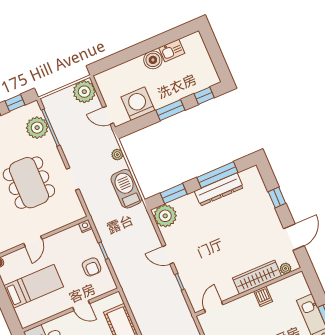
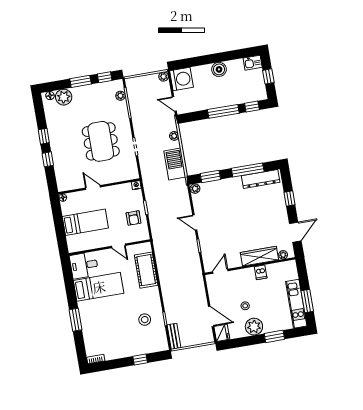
kitchen sink: (172, 51) -> (253, 63), moved
window: (216, 54) -> (268, 76), added
plant: (84, 92) -> (164, 76), width x0.53, depth x0.53
washing machine: (138, 104) -> (182, 79), moved, turned 90
window: (170, 110) -> (223, 111), width x1.44
plant: (37, 128) -> (120, 96), width x0.53, depth x0.53
dresser: (219, 189) -> (261, 179), moved
plant: (165, 216) -> (195, 189), width x0.53, depth x0.53
door: (33, 241) -> (93, 187), swing flipped

